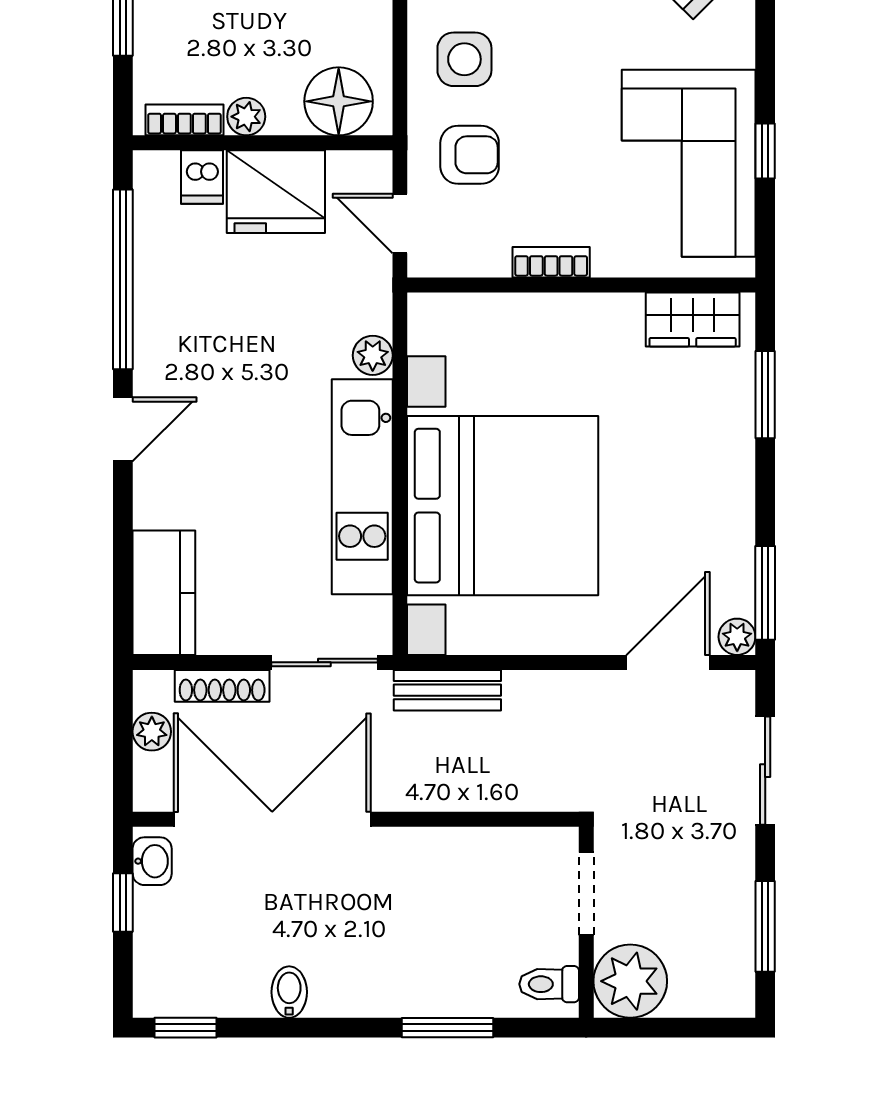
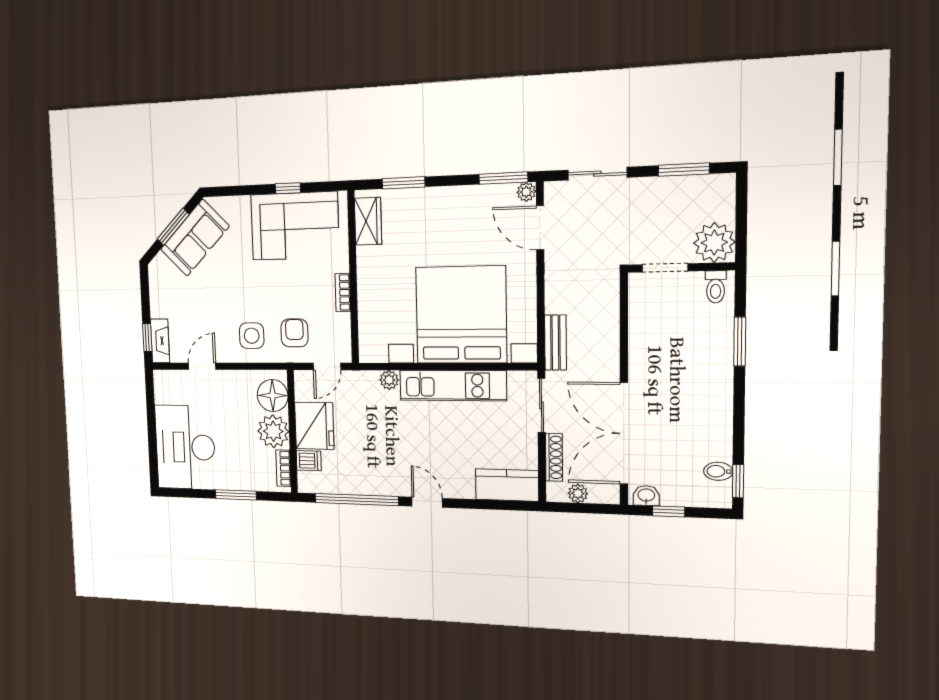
plant: (246, 117) -> (273, 431), width x1.88, depth x1.88
bidet: (289, 992) -> (718, 471), moved

